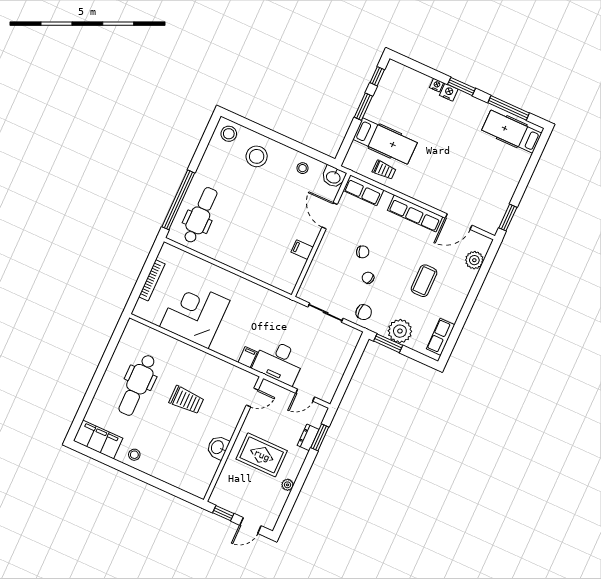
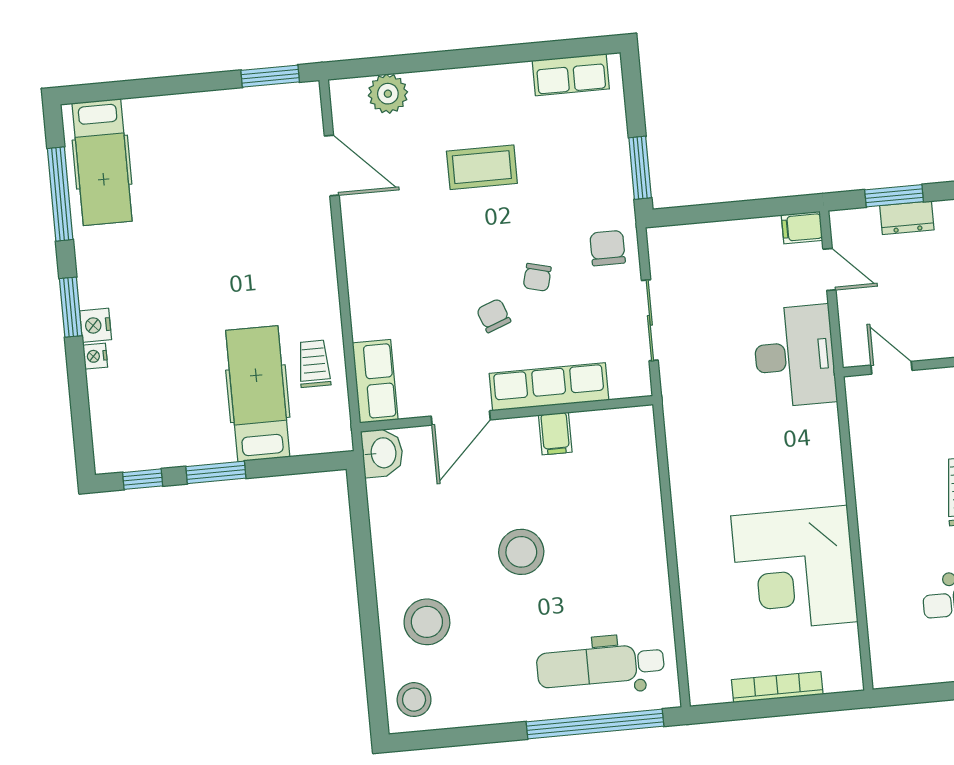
stool: (303, 168) -> (521, 552), moved, width x1.89, depth x1.89
row of seats: (415, 213) -> (549, 387), moved, turned -90
plant: (400, 331) -> (604, 158), removed
filing cabinet: (248, 357) -> (802, 228), moved

